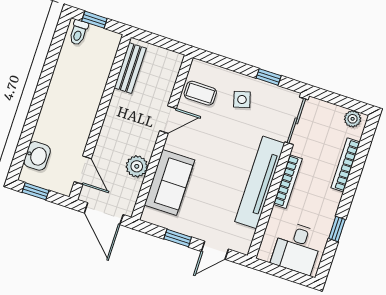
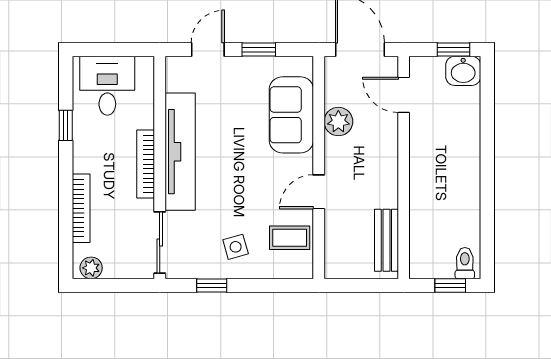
washbasin: (37, 156) -> (463, 71), moved, turned -90

